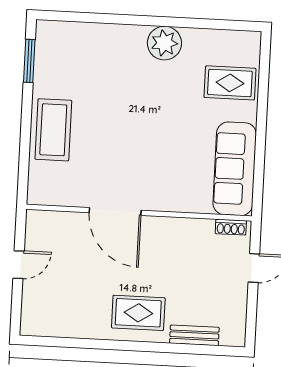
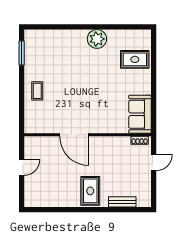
coffee table: (53, 130) -> (37, 91), width x0.54, depth x0.58
sofa: (235, 169) -> (140, 114), width x0.73
rug: (138, 313) -> (90, 191), turned 90

